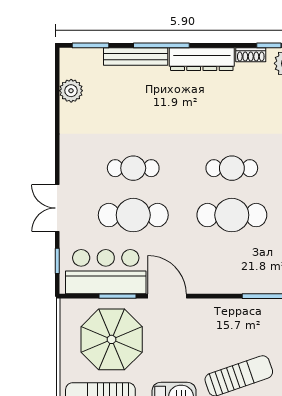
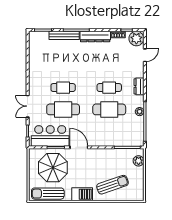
plant: (71, 91) -> (34, 51), removed

